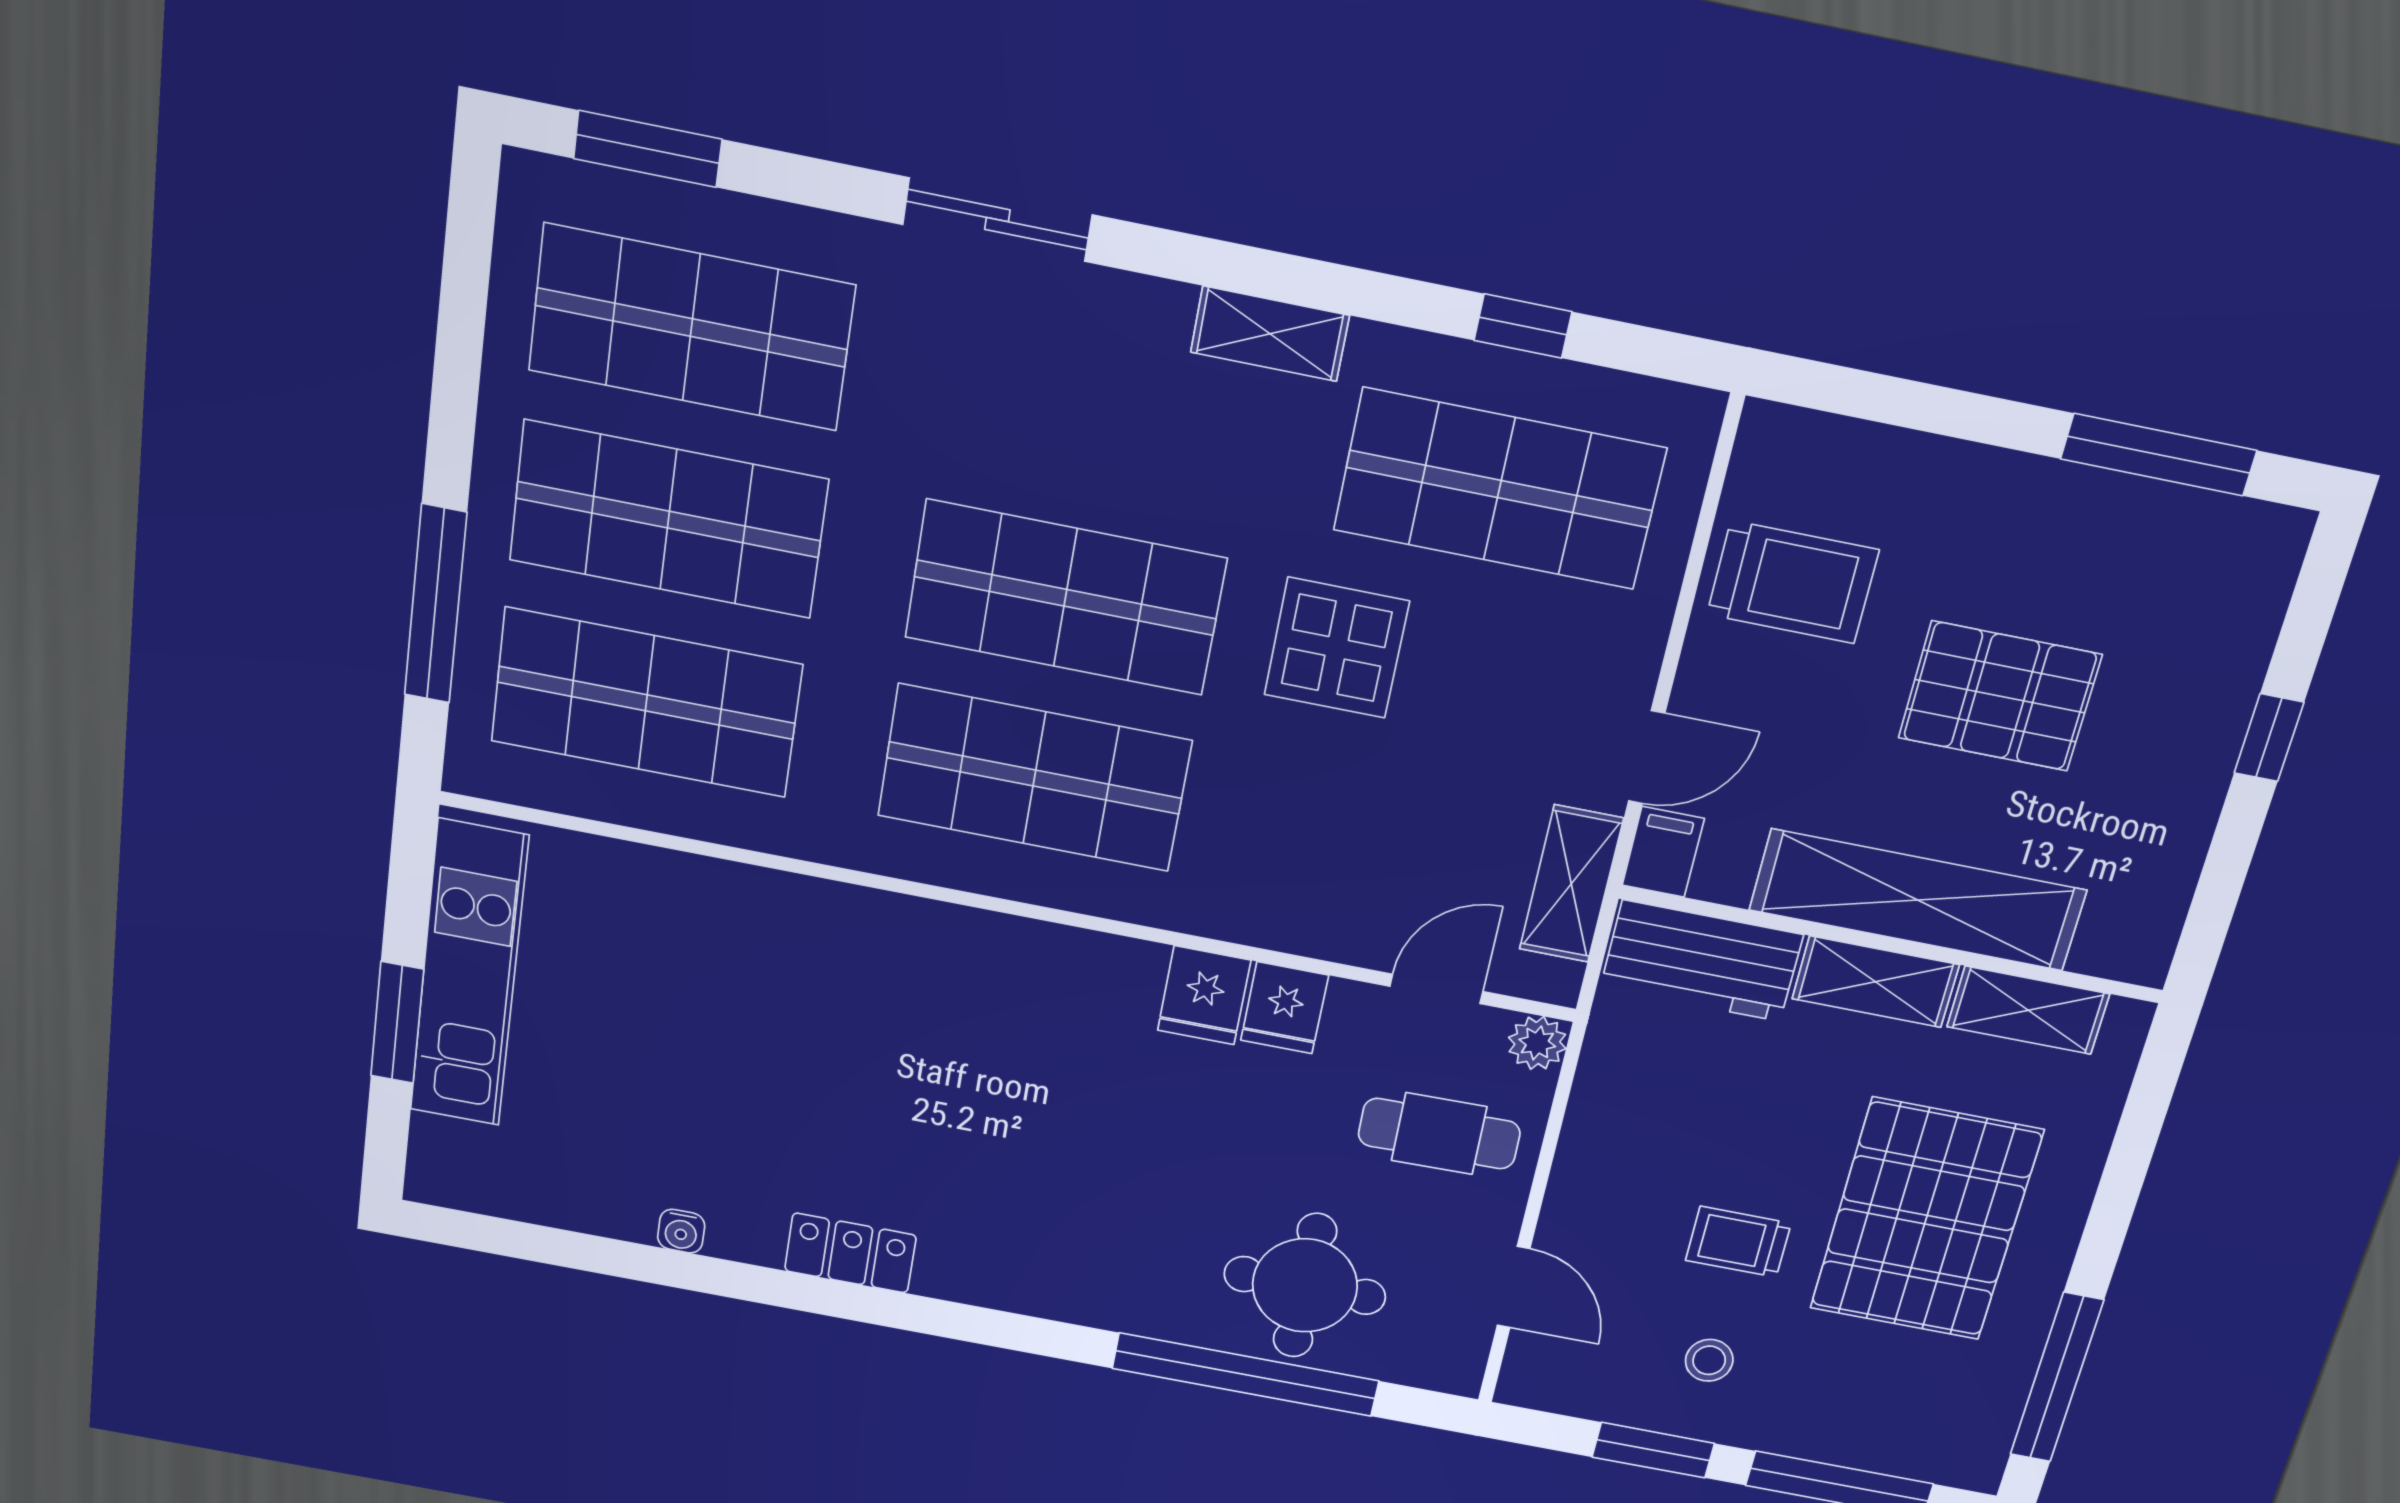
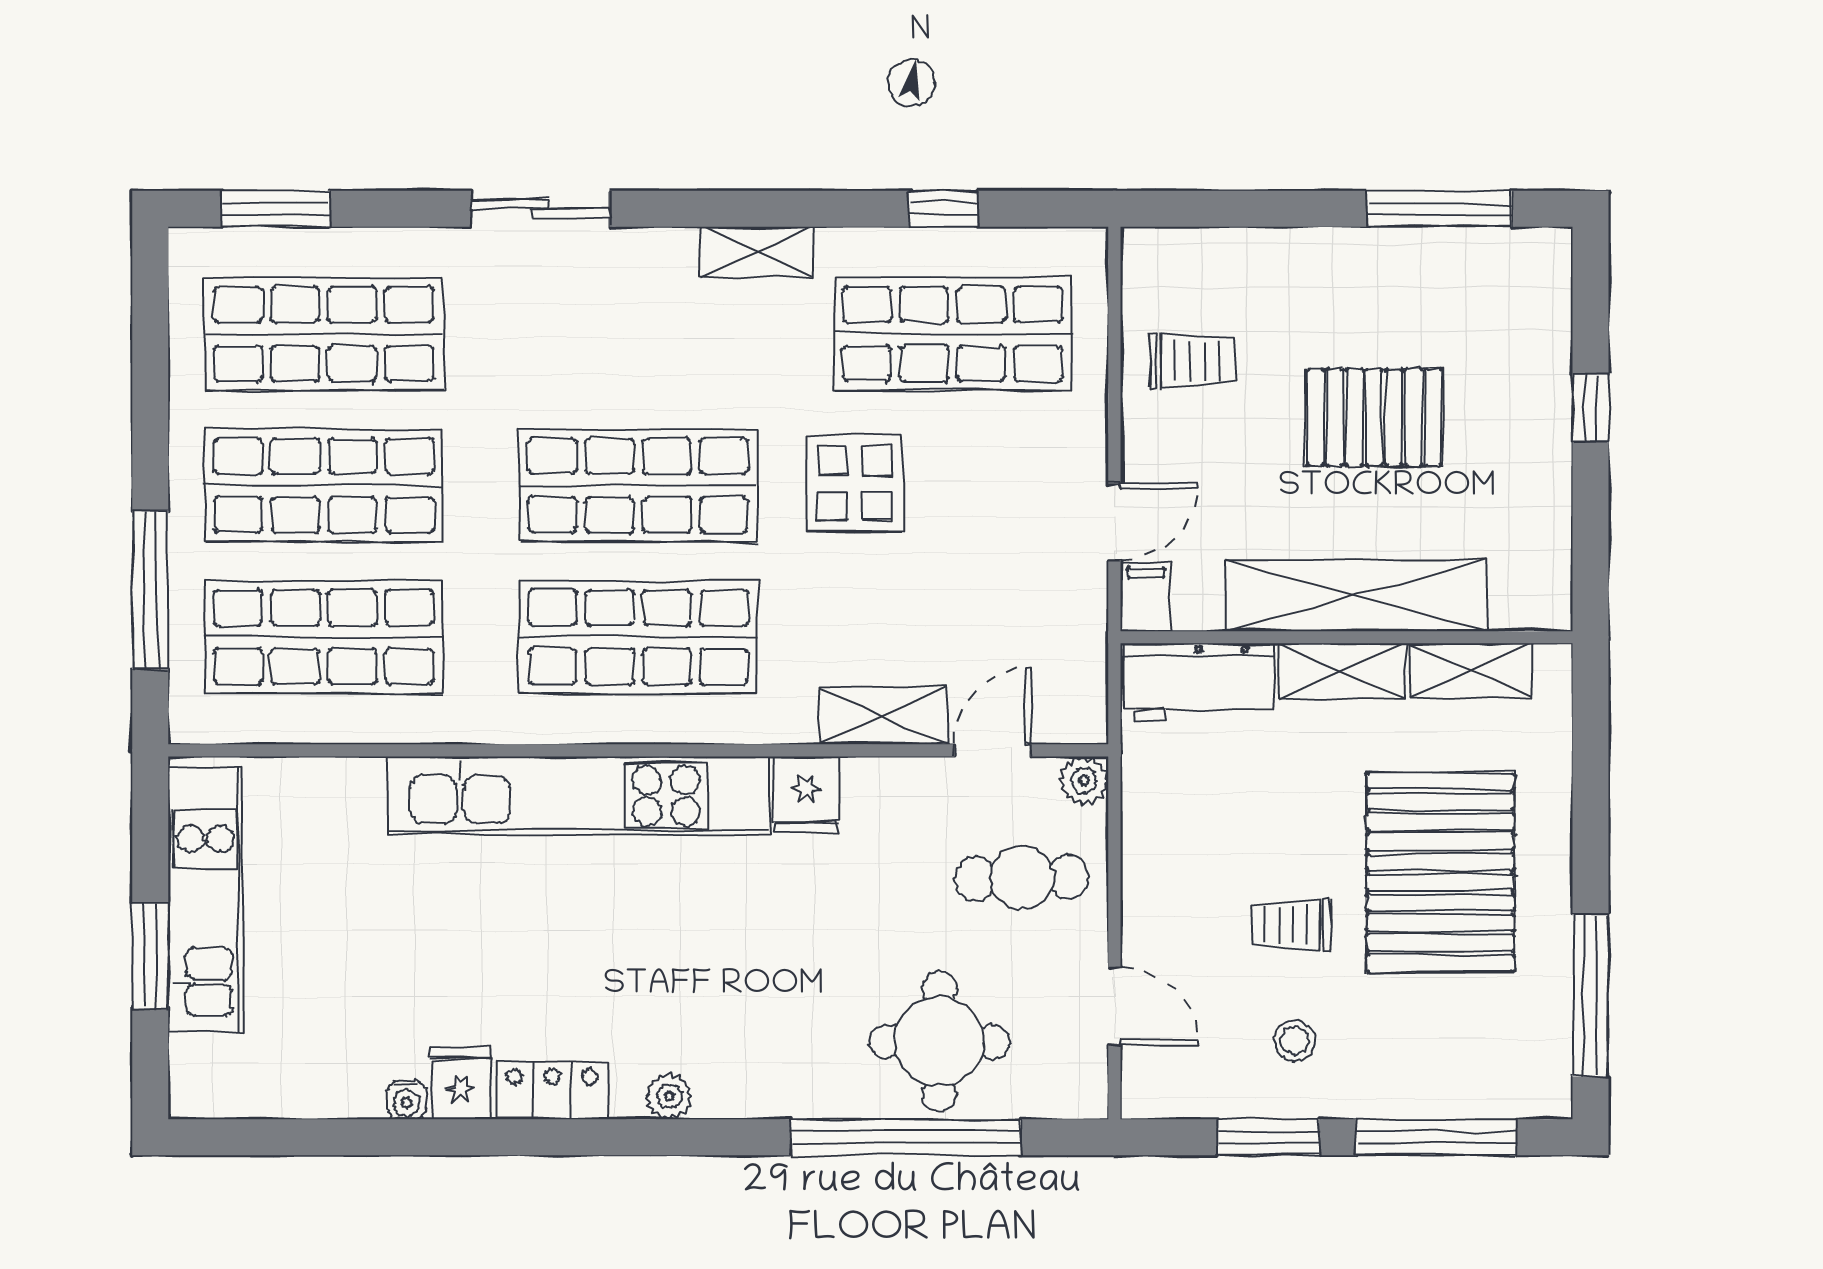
trolley: (1793, 582) -> (1192, 361), width x0.73, depth x0.72
shelving: (1571, 884) -> (883, 716), moved, turned 90
kitchen unit: (932, 944) -> (578, 796), added
fridge: (1285, 1008) -> (461, 1083), moved, turned 180
plant: (984, 1284) -> (669, 1096), added

